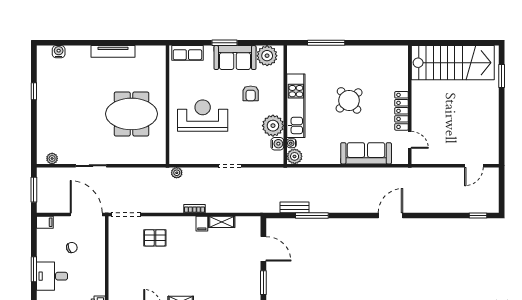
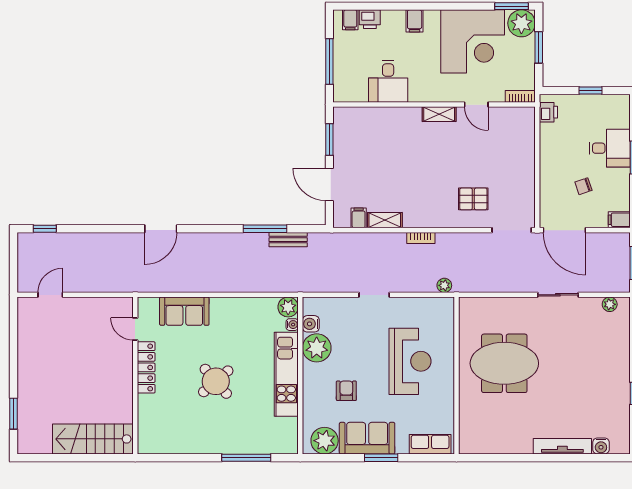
tv unit: (113, 51) -> (562, 446), moved
stairs: (453, 63) -> (93, 439), width x0.73, depth x0.66
reception desk: (203, 116) -> (410, 361), turned -90
sofa: (366, 153) -> (184, 311), width x0.73
filing cabinet: (202, 224) -> (359, 218), moved

